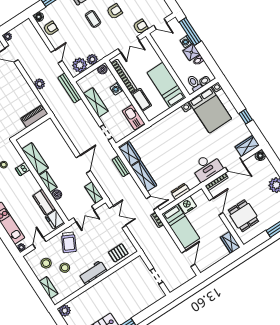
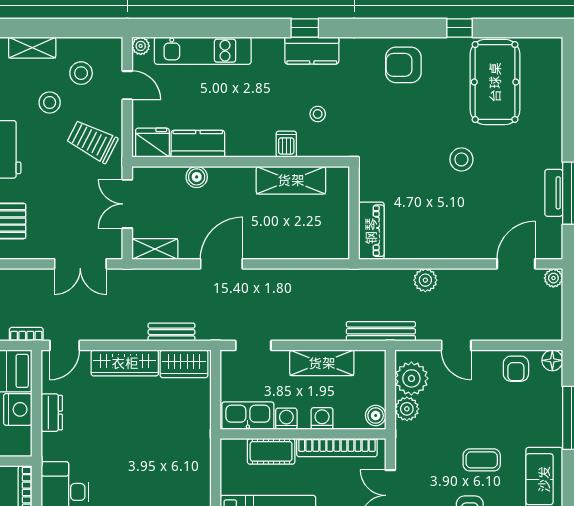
washing machine: (125, 102) -> (286, 419), added
door: (83, 164) -> (221, 264), swing flipped
shelving: (48, 182) -> (232, 176), removed

